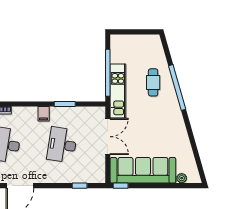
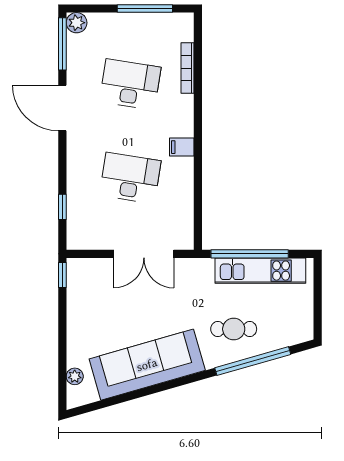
window: (177, 88) -> (253, 361), moved
kitchen unit: (118, 91) -> (260, 271), moved
window: (65, 104) -> (198, 182), removed
sofa: (143, 170) -> (147, 365), moved, turned -106

